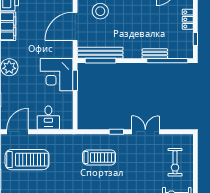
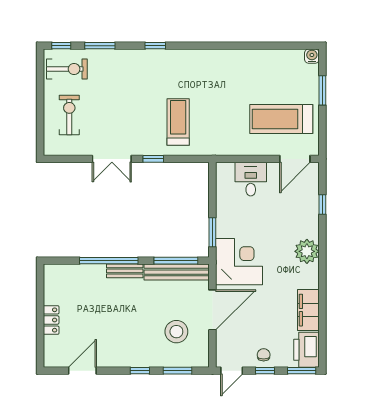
window: (195, 39) -> (40, 292), removed
bench: (155, 54) -> (125, 271), moved
window: (167, 61) -> (109, 261), moved
corner desk: (57, 75) -> (239, 262), moved
treadmill: (99, 157) -> (178, 122), turned 90

